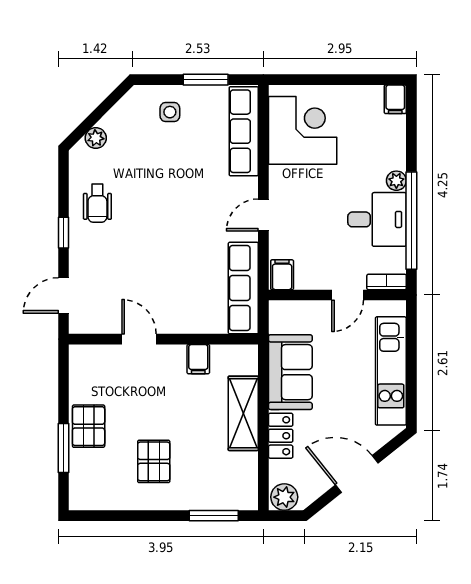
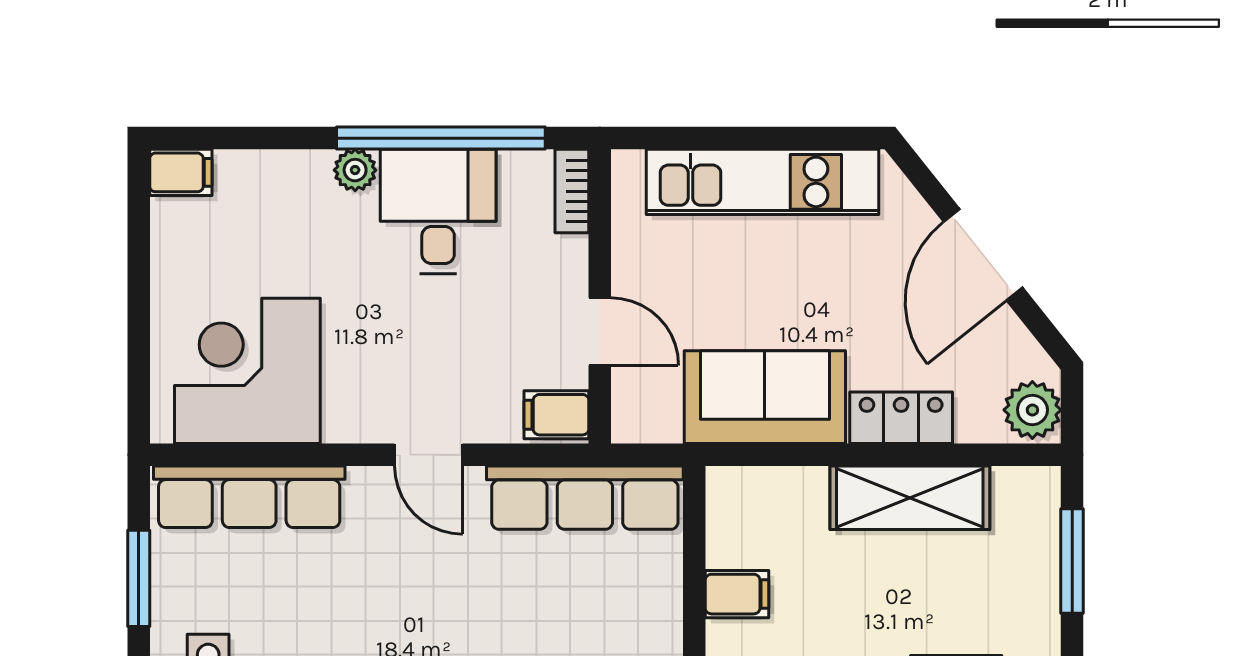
door: (348, 295) -> (600, 331), moved
shelving: (243, 413) -> (910, 498), moved

